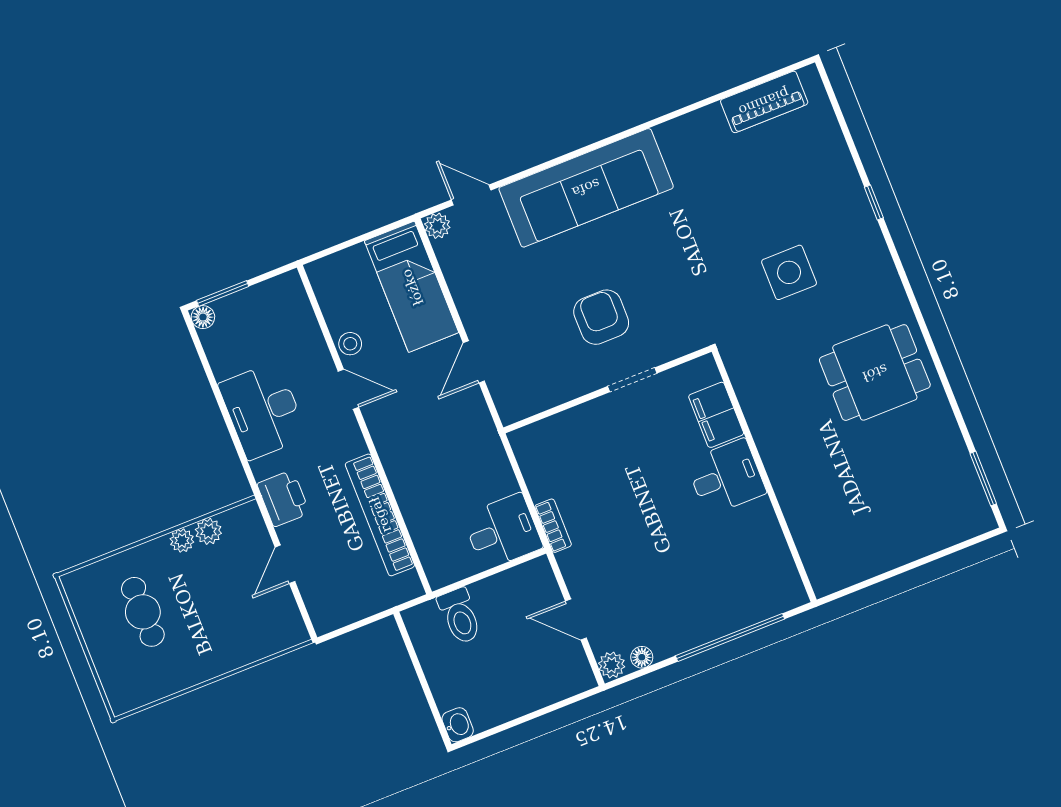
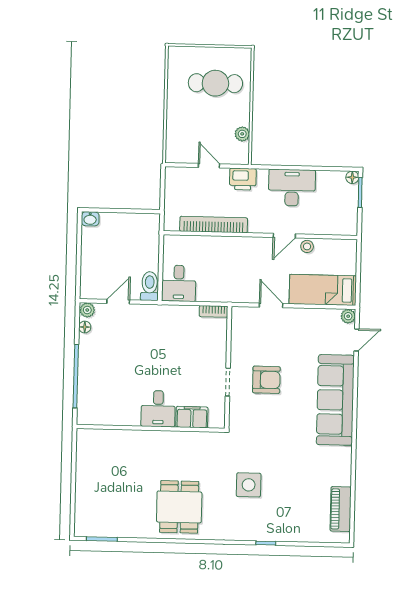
bookcase: (553, 526) -> (214, 311), moved
plant: (182, 540) -> (243, 118), removed
cafe table: (143, 612) -> (215, 83), width x1.37, depth x1.35
toilet: (460, 616) -> (150, 286), moved, turned 90

